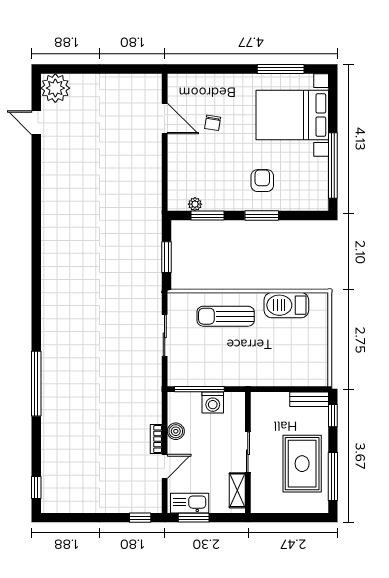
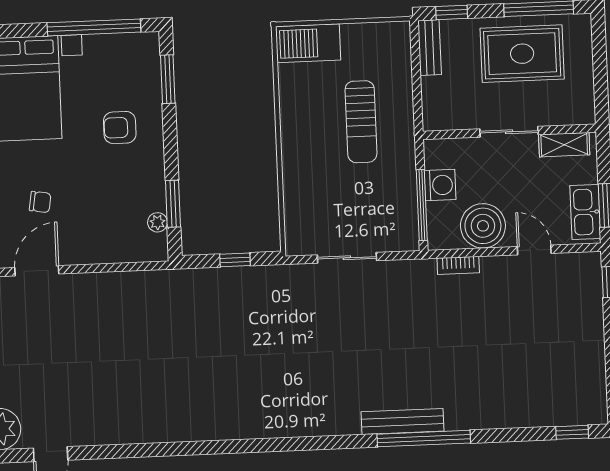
window: (262, 216) -> (168, 79), moved
window: (167, 257) -> (235, 260), width x0.67
barbecue: (286, 305) -> (308, 43), moved, turned 90
sun lounger: (226, 316) -> (361, 122), moved
bench: (49, 369) -> (403, 421), added
boiler: (176, 431) -> (483, 226), width x1.86, depth x1.86
bookcase: (156, 439) -> (458, 265), moved

